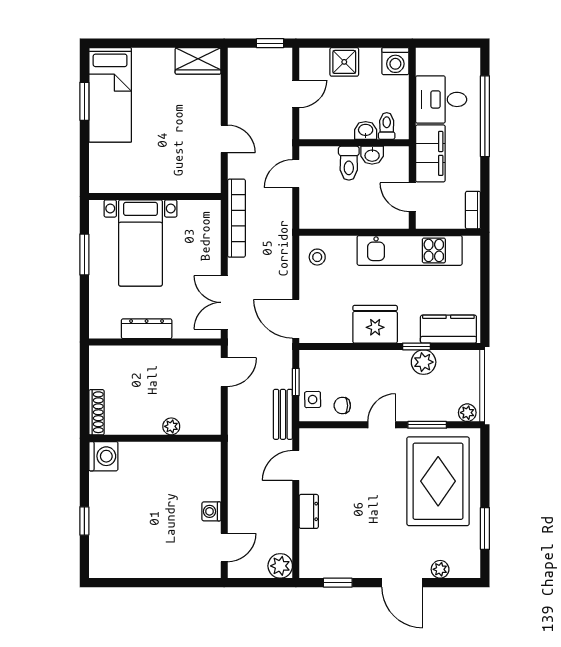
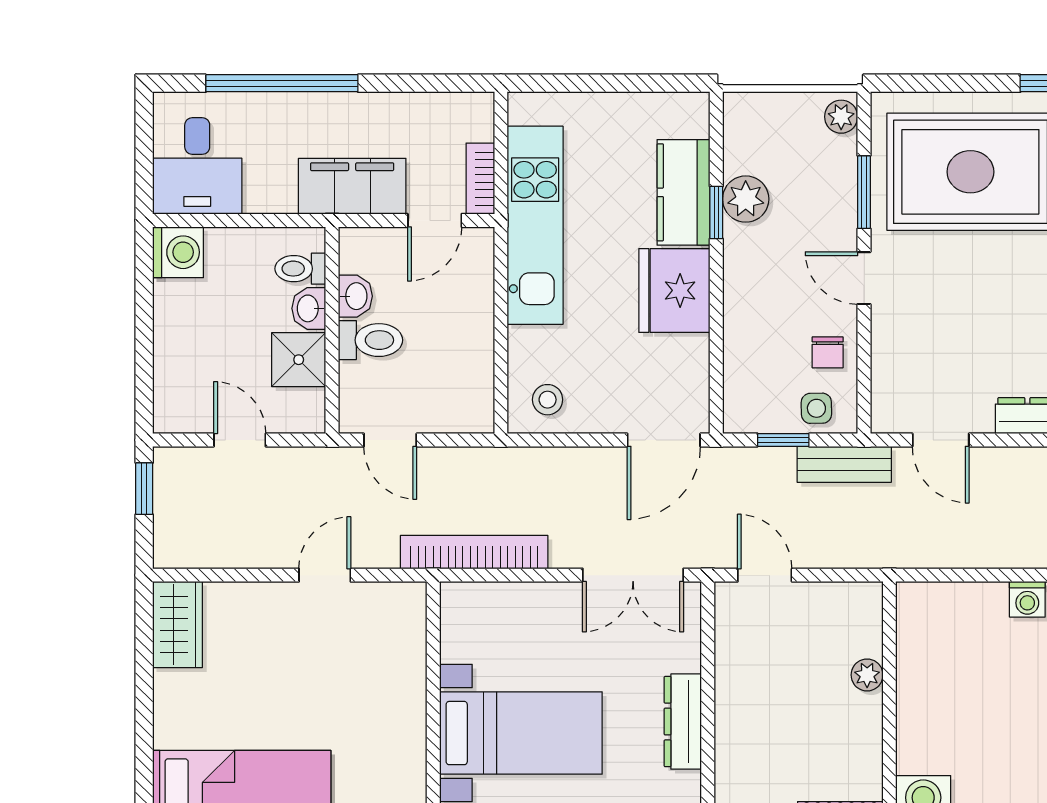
shower: (344, 62) -> (299, 360), moved
desk: (441, 99) -> (197, 166), moved
bookcase: (473, 210) -> (480, 179), moved, turned 90
kitchen counter: (448, 329) -> (683, 192), moved

